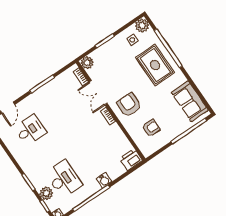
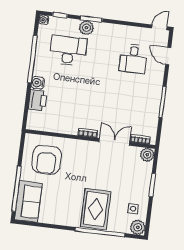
rug: (155, 65) -> (96, 209), turned 90
sofa: (190, 101) -> (28, 201), moved, turned 90
armchair: (129, 105) -> (82, 159), removed
armchair: (151, 128) -> (47, 160), width x1.88, depth x1.88
printer: (131, 160) -> (38, 100), moved
desk: (64, 179) -> (68, 51), turned 180
plant: (46, 193) -> (86, 28), moved

